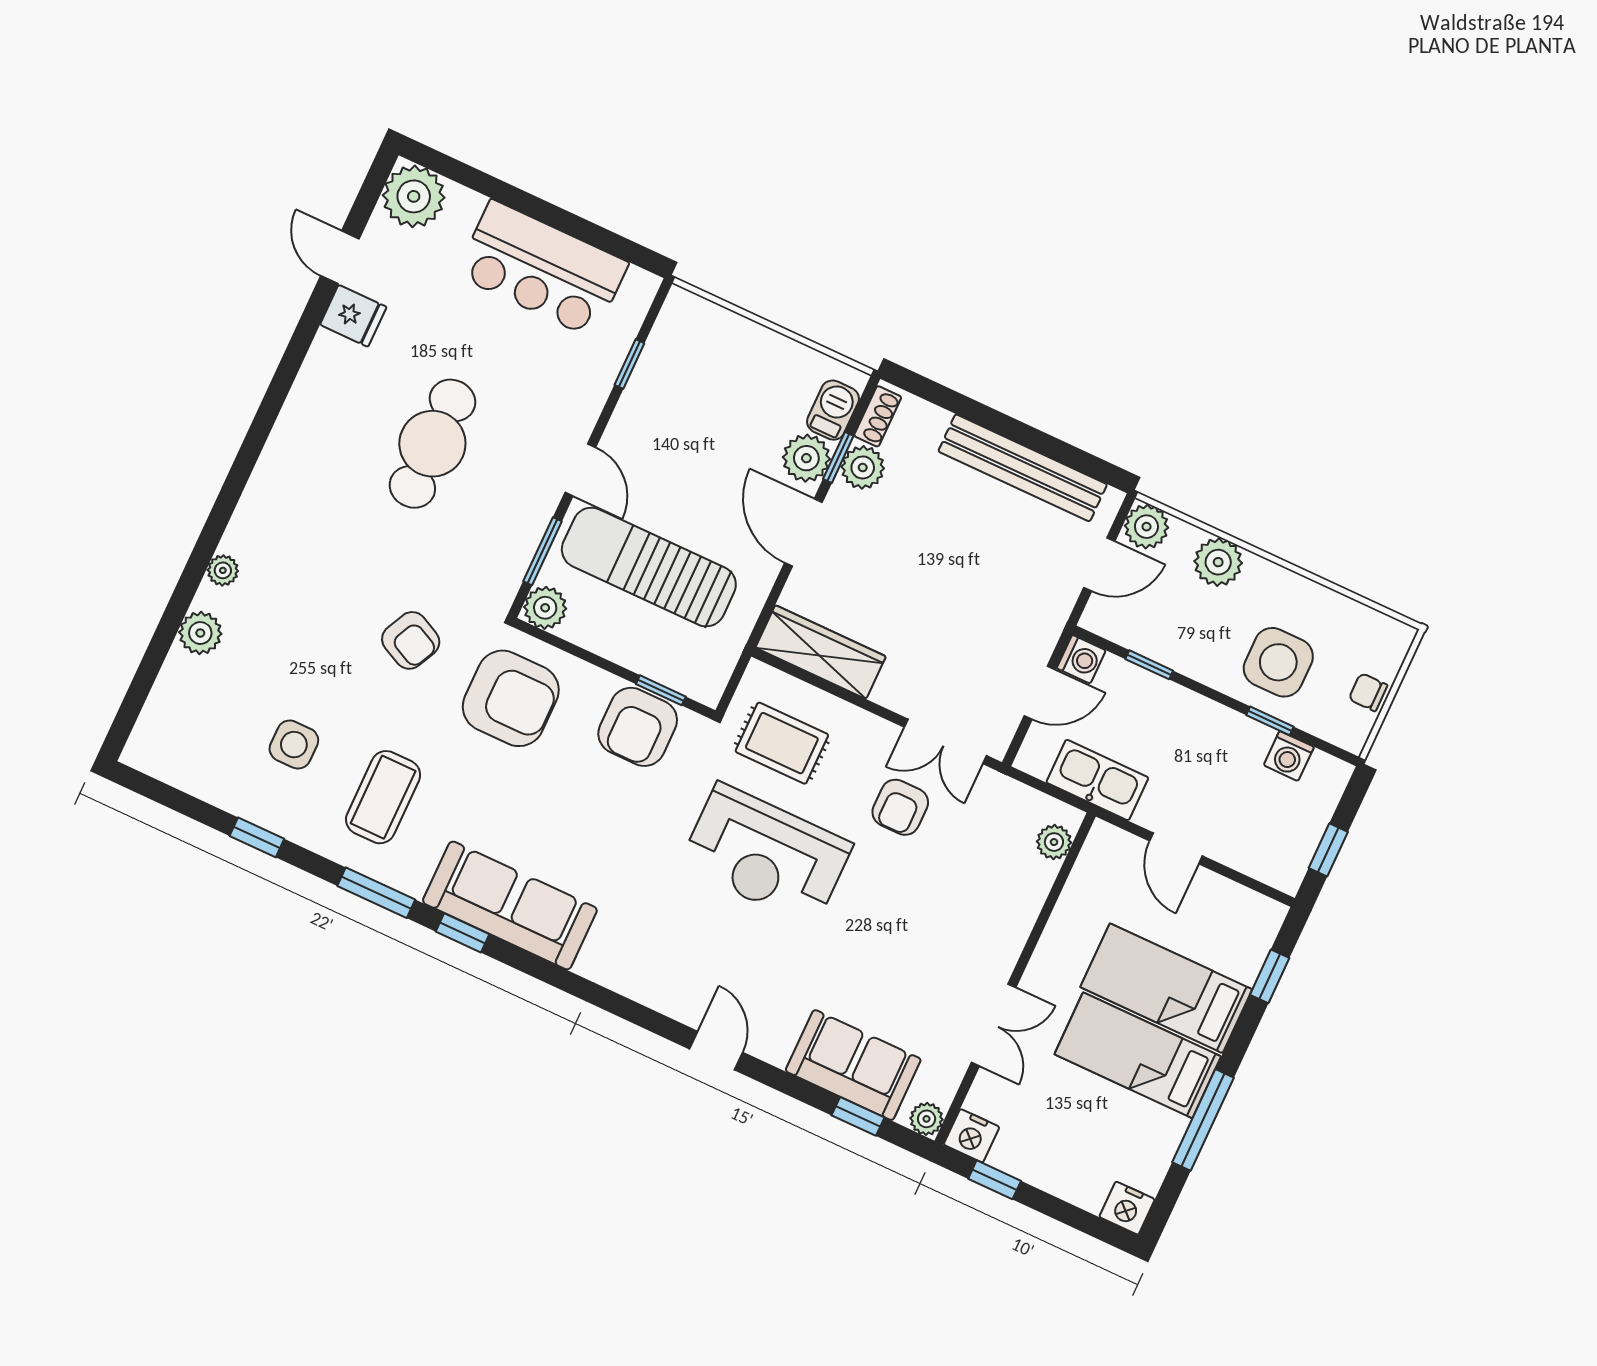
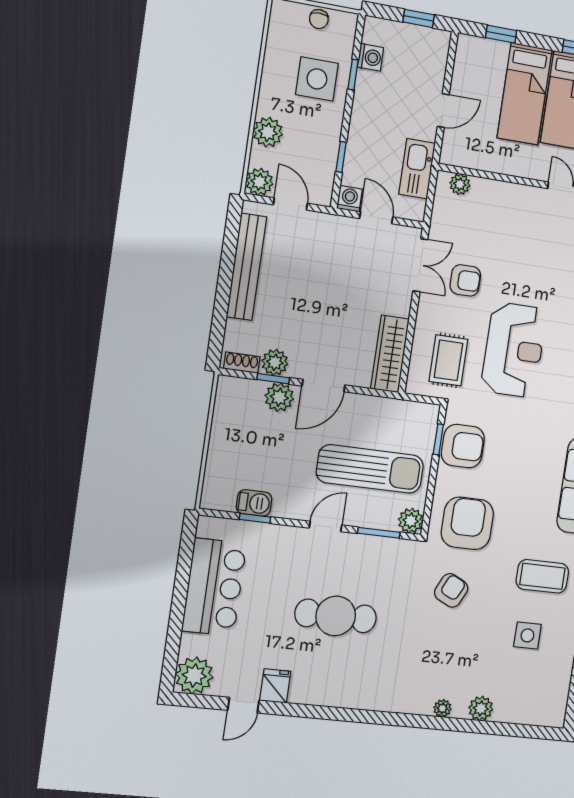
barbecue: (833, 410) -> (254, 503), moved, turned 180
sun lounger: (649, 567) -> (370, 469), turned -90

